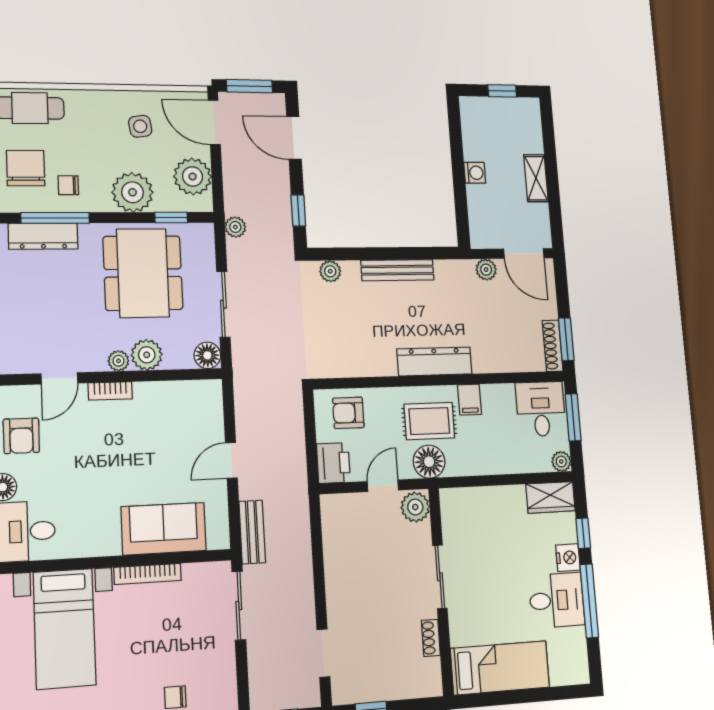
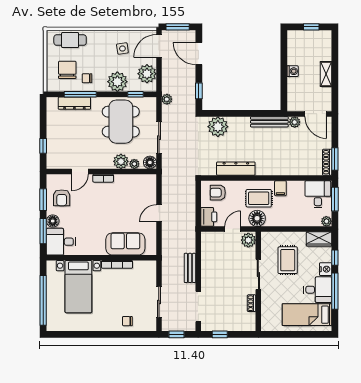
door: (214, 122) -> (159, 46), hinge flipped
bench: (397, 270) -> (269, 122), moved
plant: (330, 271) -> (218, 127), width x1.88, depth x1.88
plant: (118, 361) -> (134, 164), moved
dresser: (435, 362) -> (236, 169), moved
bench: (252, 532) -> (190, 268), moved
rug: (495, 544) -> (288, 260), added
sliding door: (239, 606) -> (159, 302), moved
doorway: (323, 653) -> (198, 306), width x1.38
bed: (500, 668) -> (307, 315), moved, turned 180

